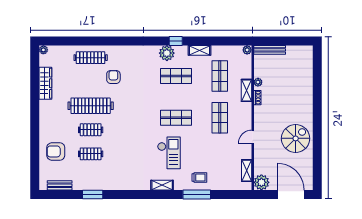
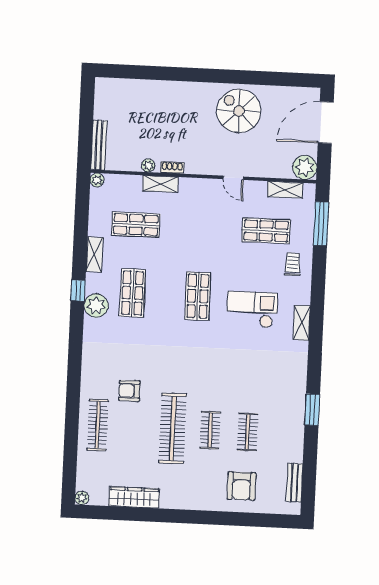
shop shelf: (220, 118) -> (266, 231), moved
window: (93, 194) -> (312, 410), moved
window: (197, 194) -> (321, 224), moved

